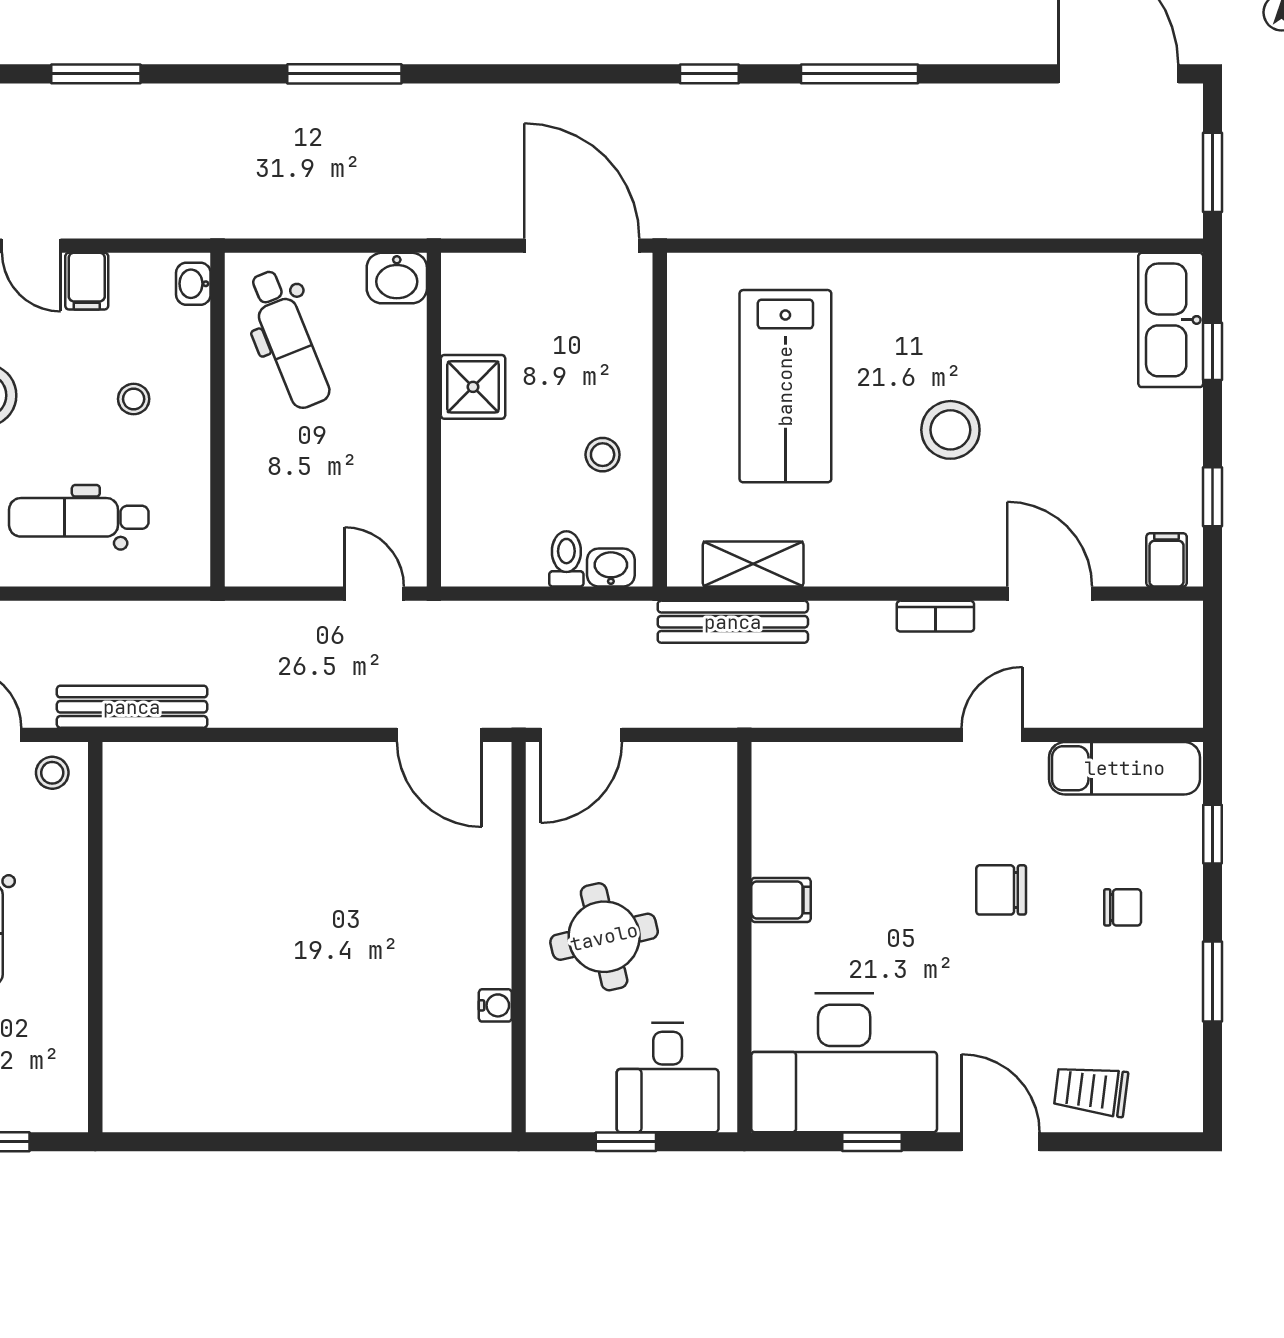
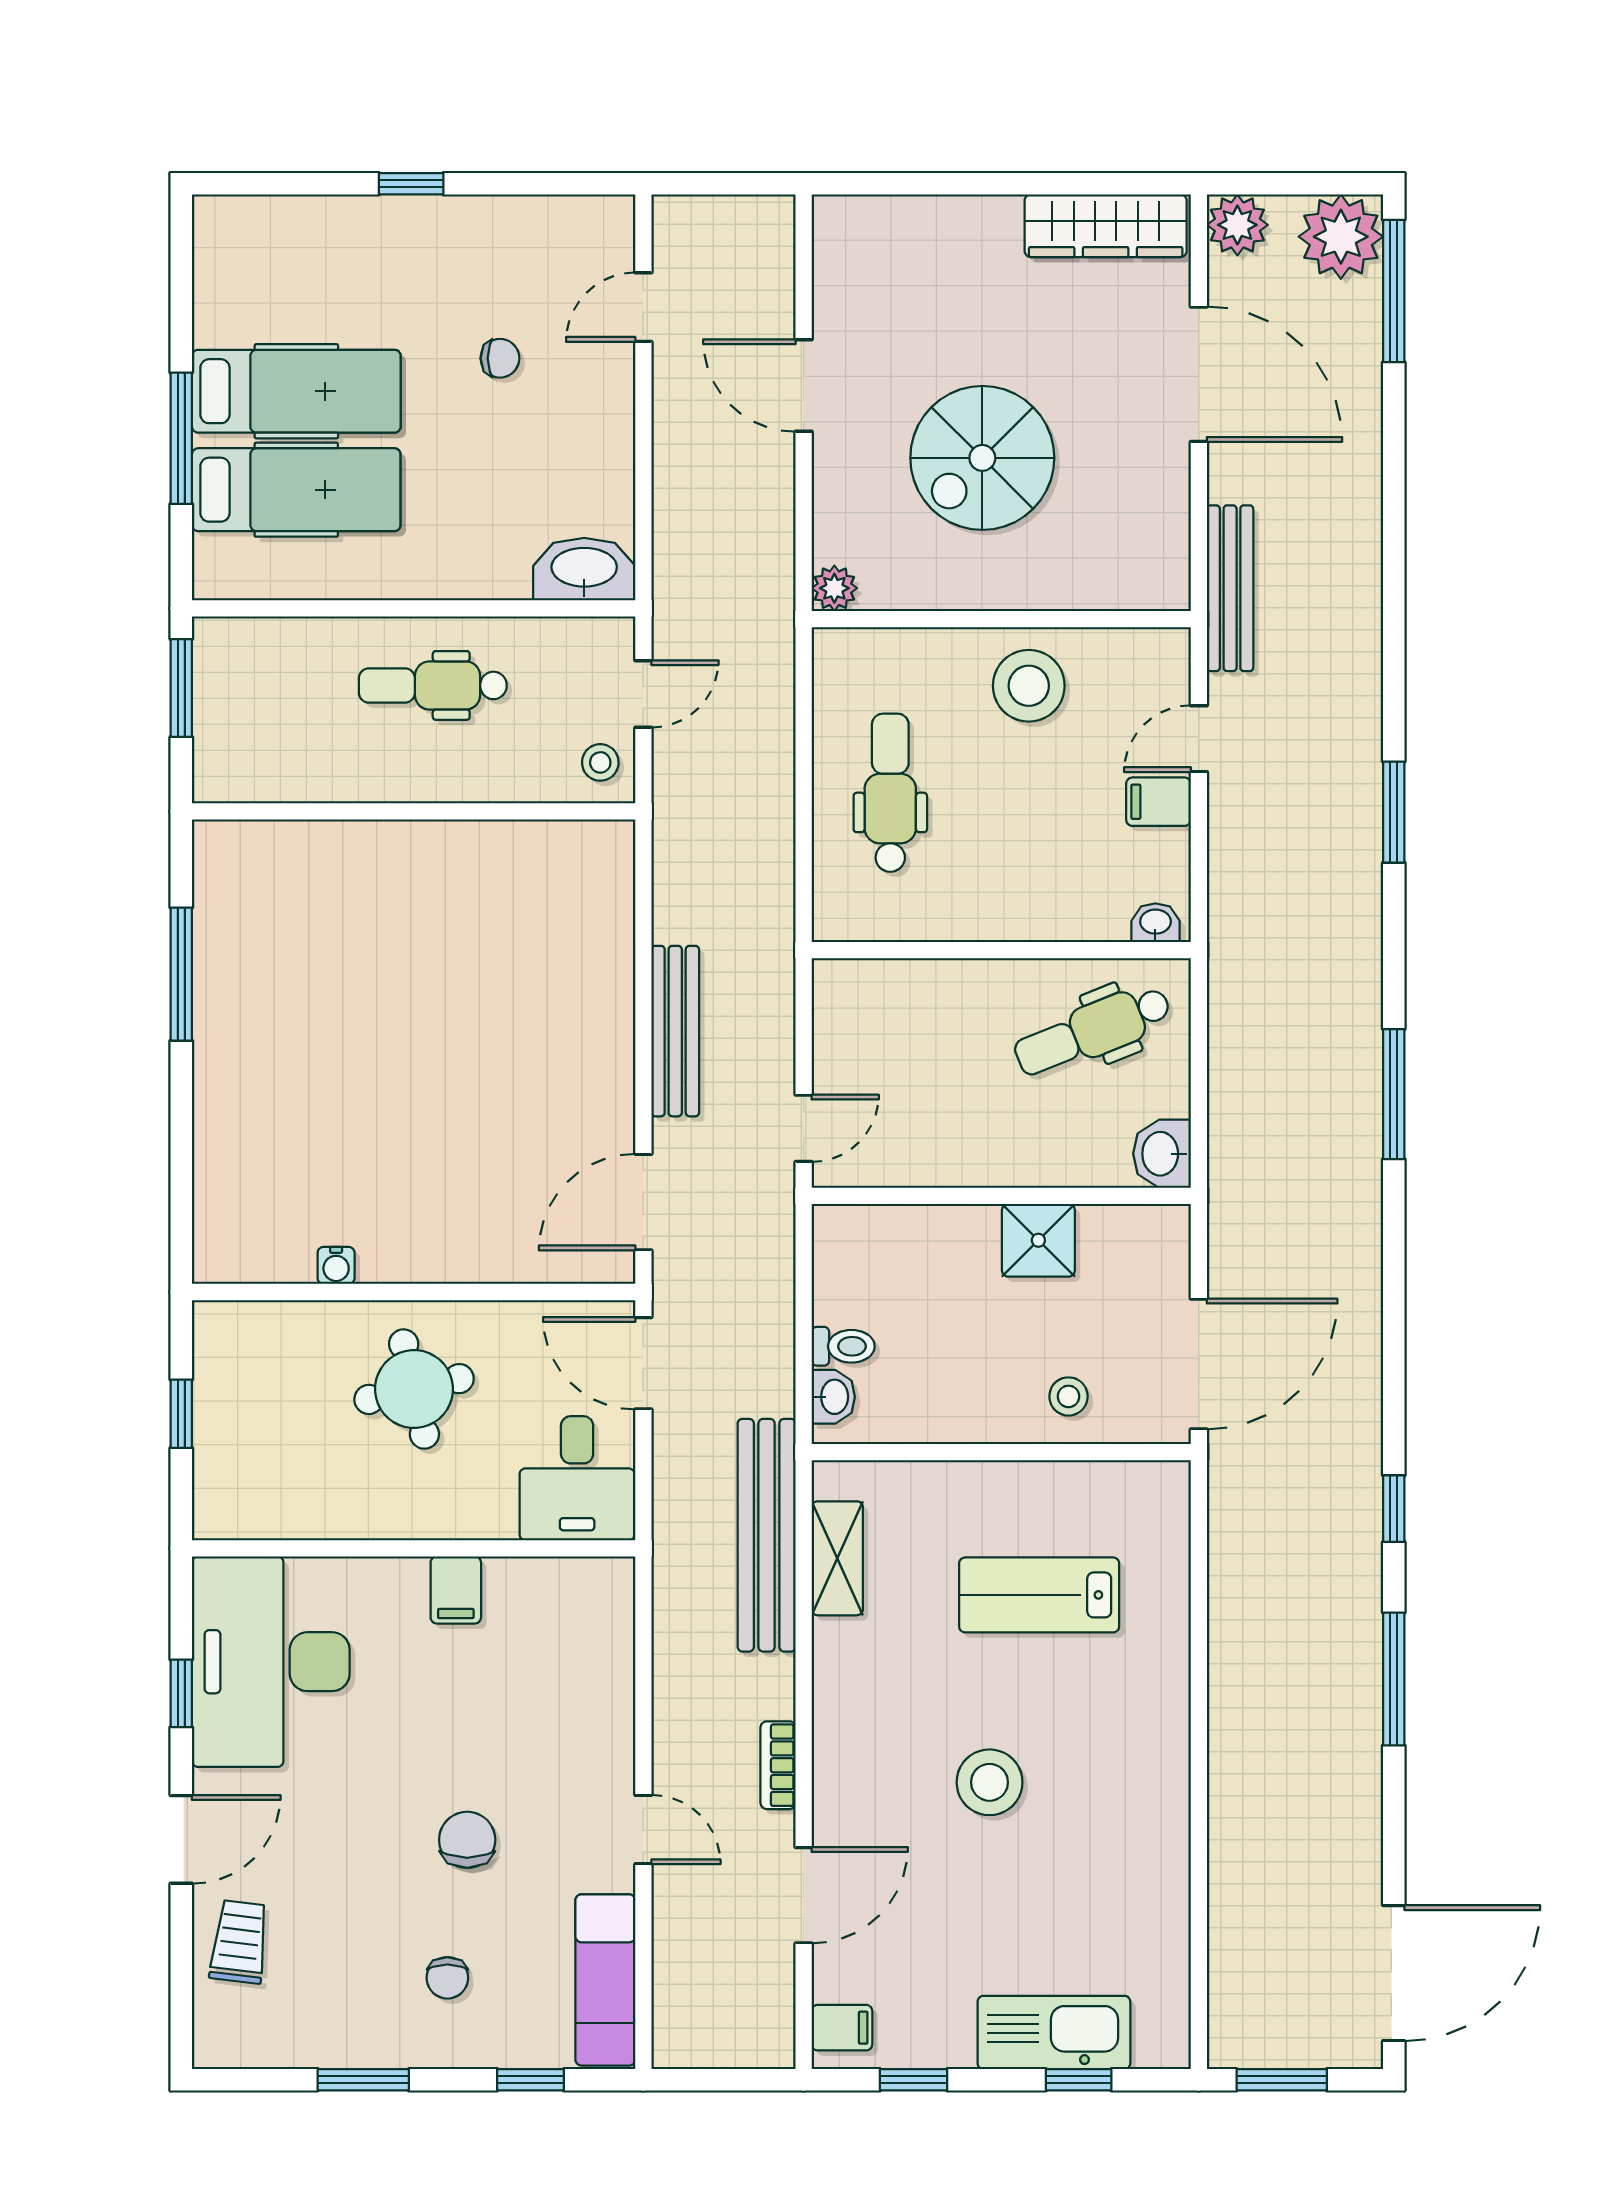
kitchen sink: (1171, 320) -> (1054, 2032), moved
lab bench: (785, 386) -> (1039, 1595), width x0.73, depth x0.72
stool: (134, 399) -> (1025, 855), removed
stool: (603, 455) -> (1068, 1396), moved
bench: (733, 622) -> (767, 1535), width x1.37, depth x1.21
bench: (132, 707) -> (675, 1031), moved
desk: (668, 1078) -> (577, 1478), moved, turned -90
window: (239, 1142) -> (181, 974), added

